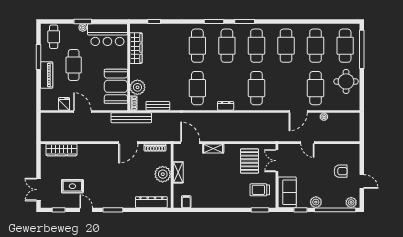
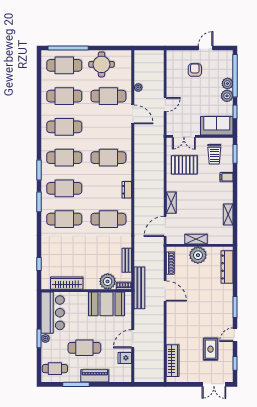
filing cabinet: (186, 202) -> (227, 177), moved
plant: (351, 202) -> (227, 84), moved
shelving: (202, 203) -> (228, 215), added

